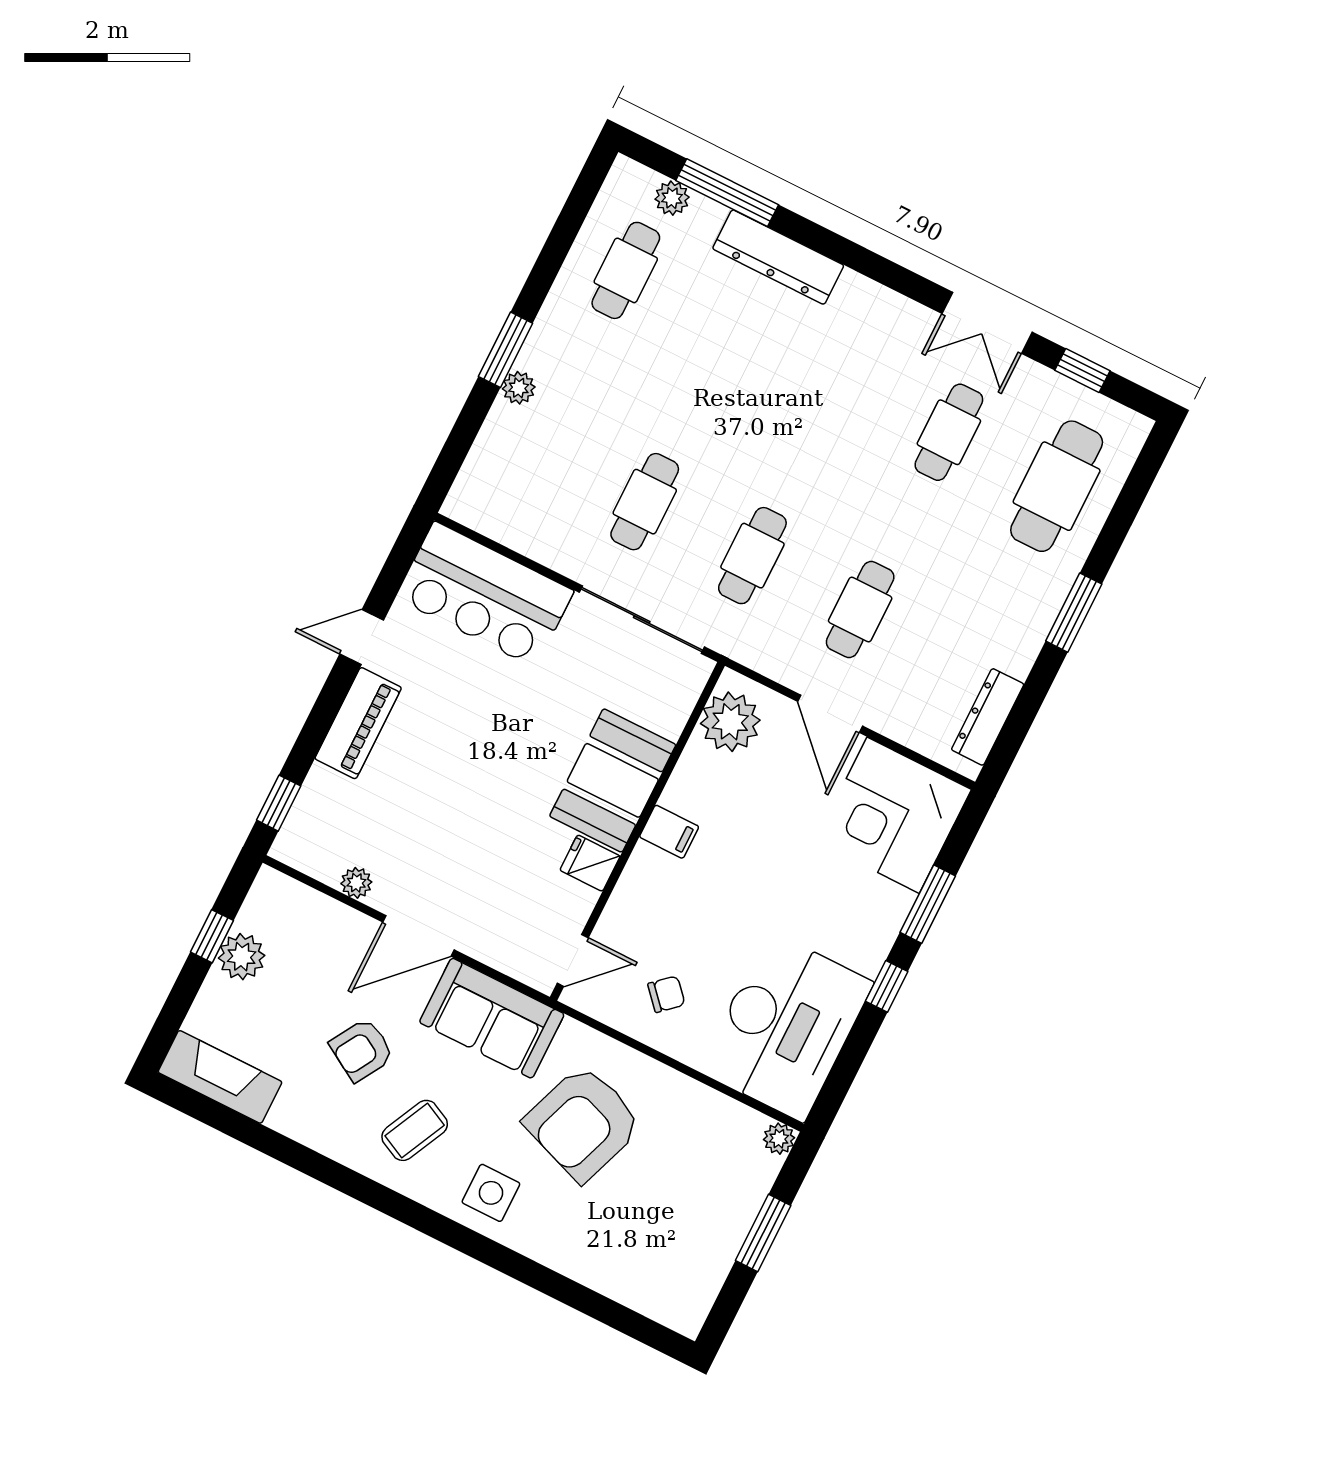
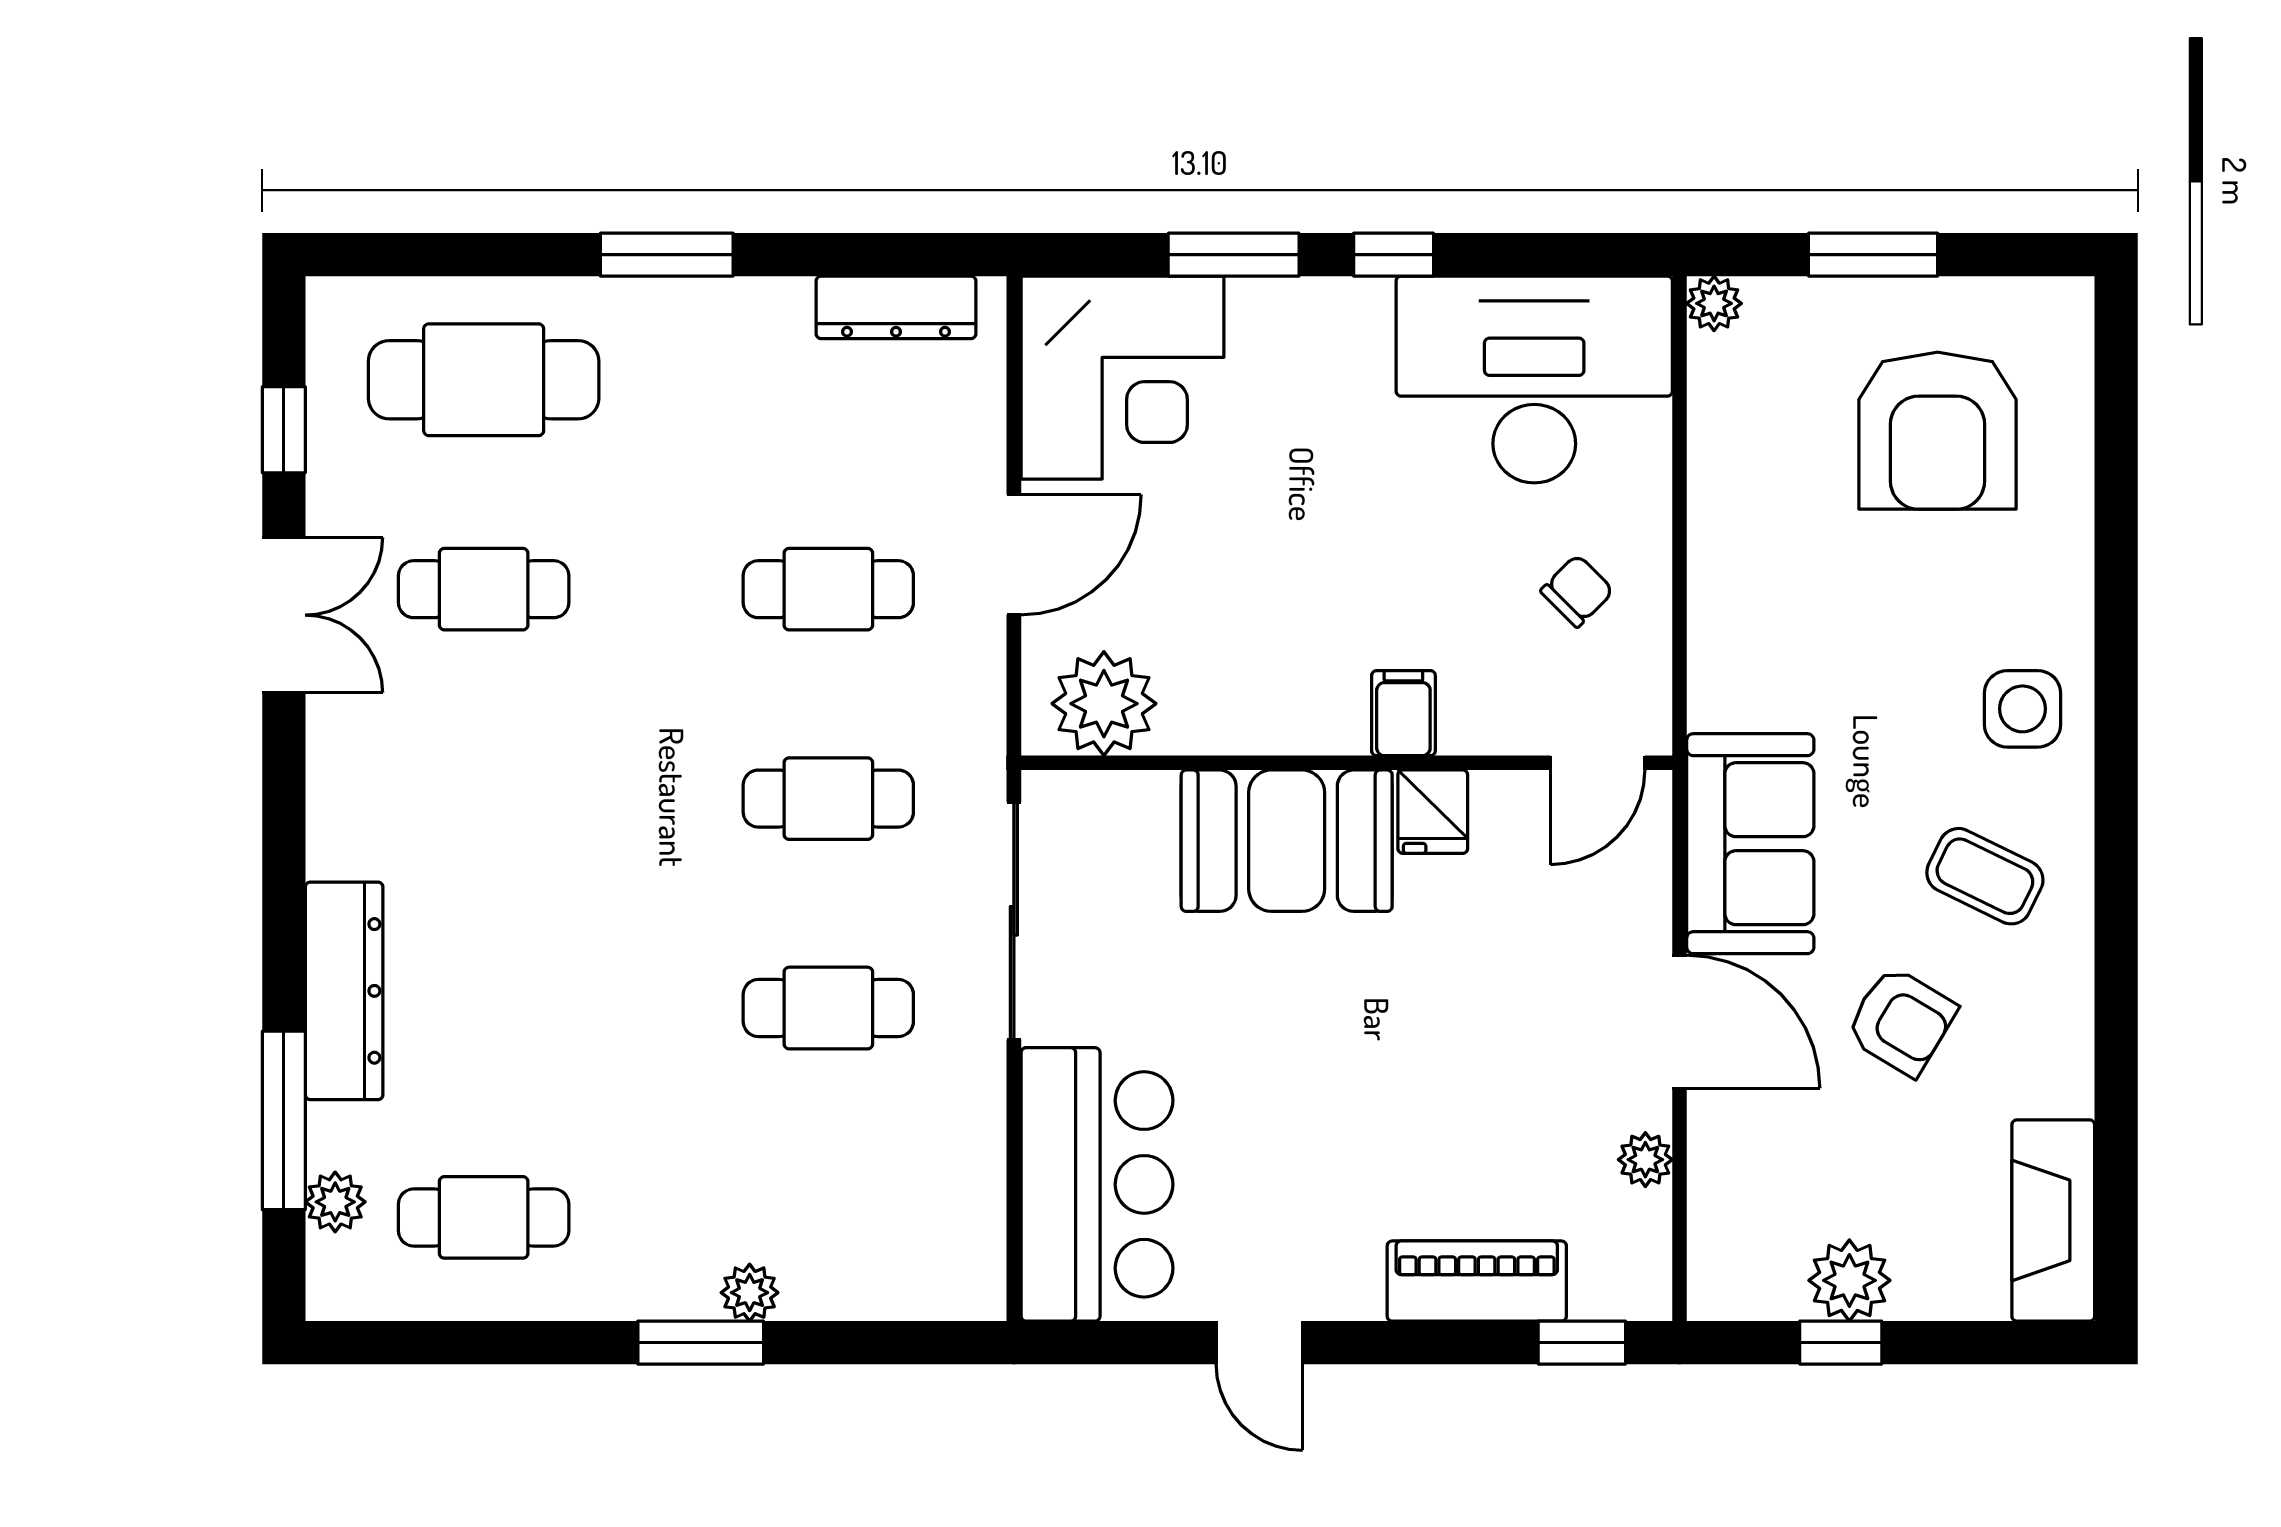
piano: (358, 723) -> (1477, 1281), moved
filing cabinet: (669, 832) -> (1403, 713), moved
door: (573, 960) -> (1598, 763), swing flipped
chair: (666, 994) -> (1577, 591), turned 87
armchair: (583, 1123) -> (1938, 431), moved, turned 70

